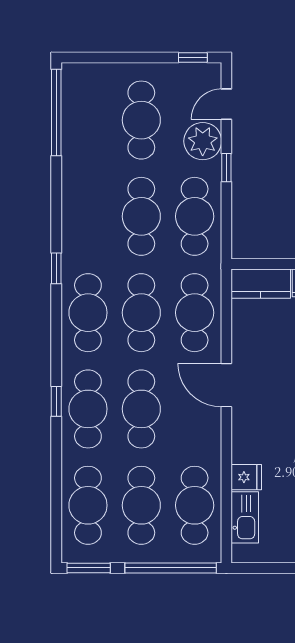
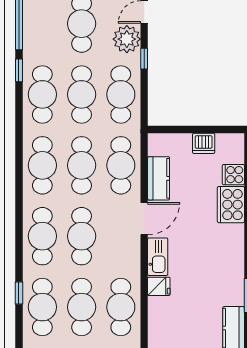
cafe table: (88, 216) -> (42, 94), added
window: (56, 268) -> (19, 70), moved
kitchen counter: (261, 284) -> (159, 178), moved, turned -90
door: (226, 385) -> (144, 219), swing flipped
window: (56, 401) -> (19, 293), moved
kitchen sink: (245, 517) -> (158, 257), moved

